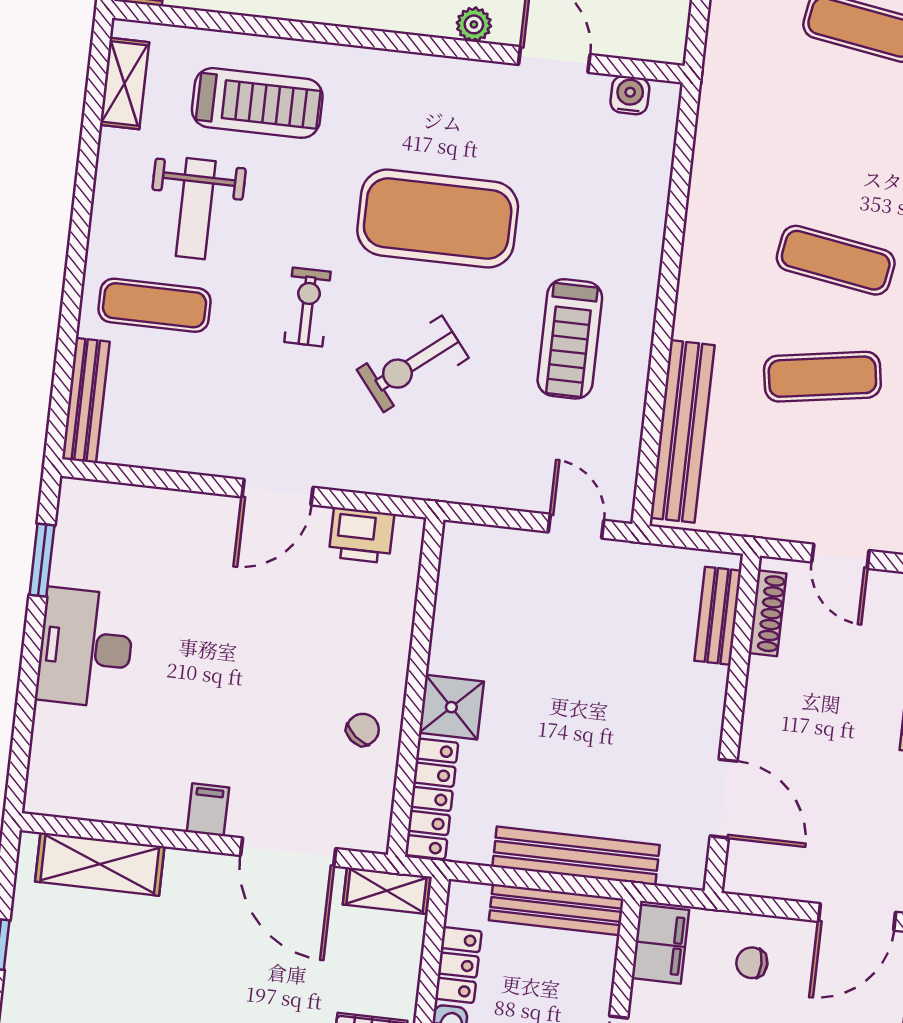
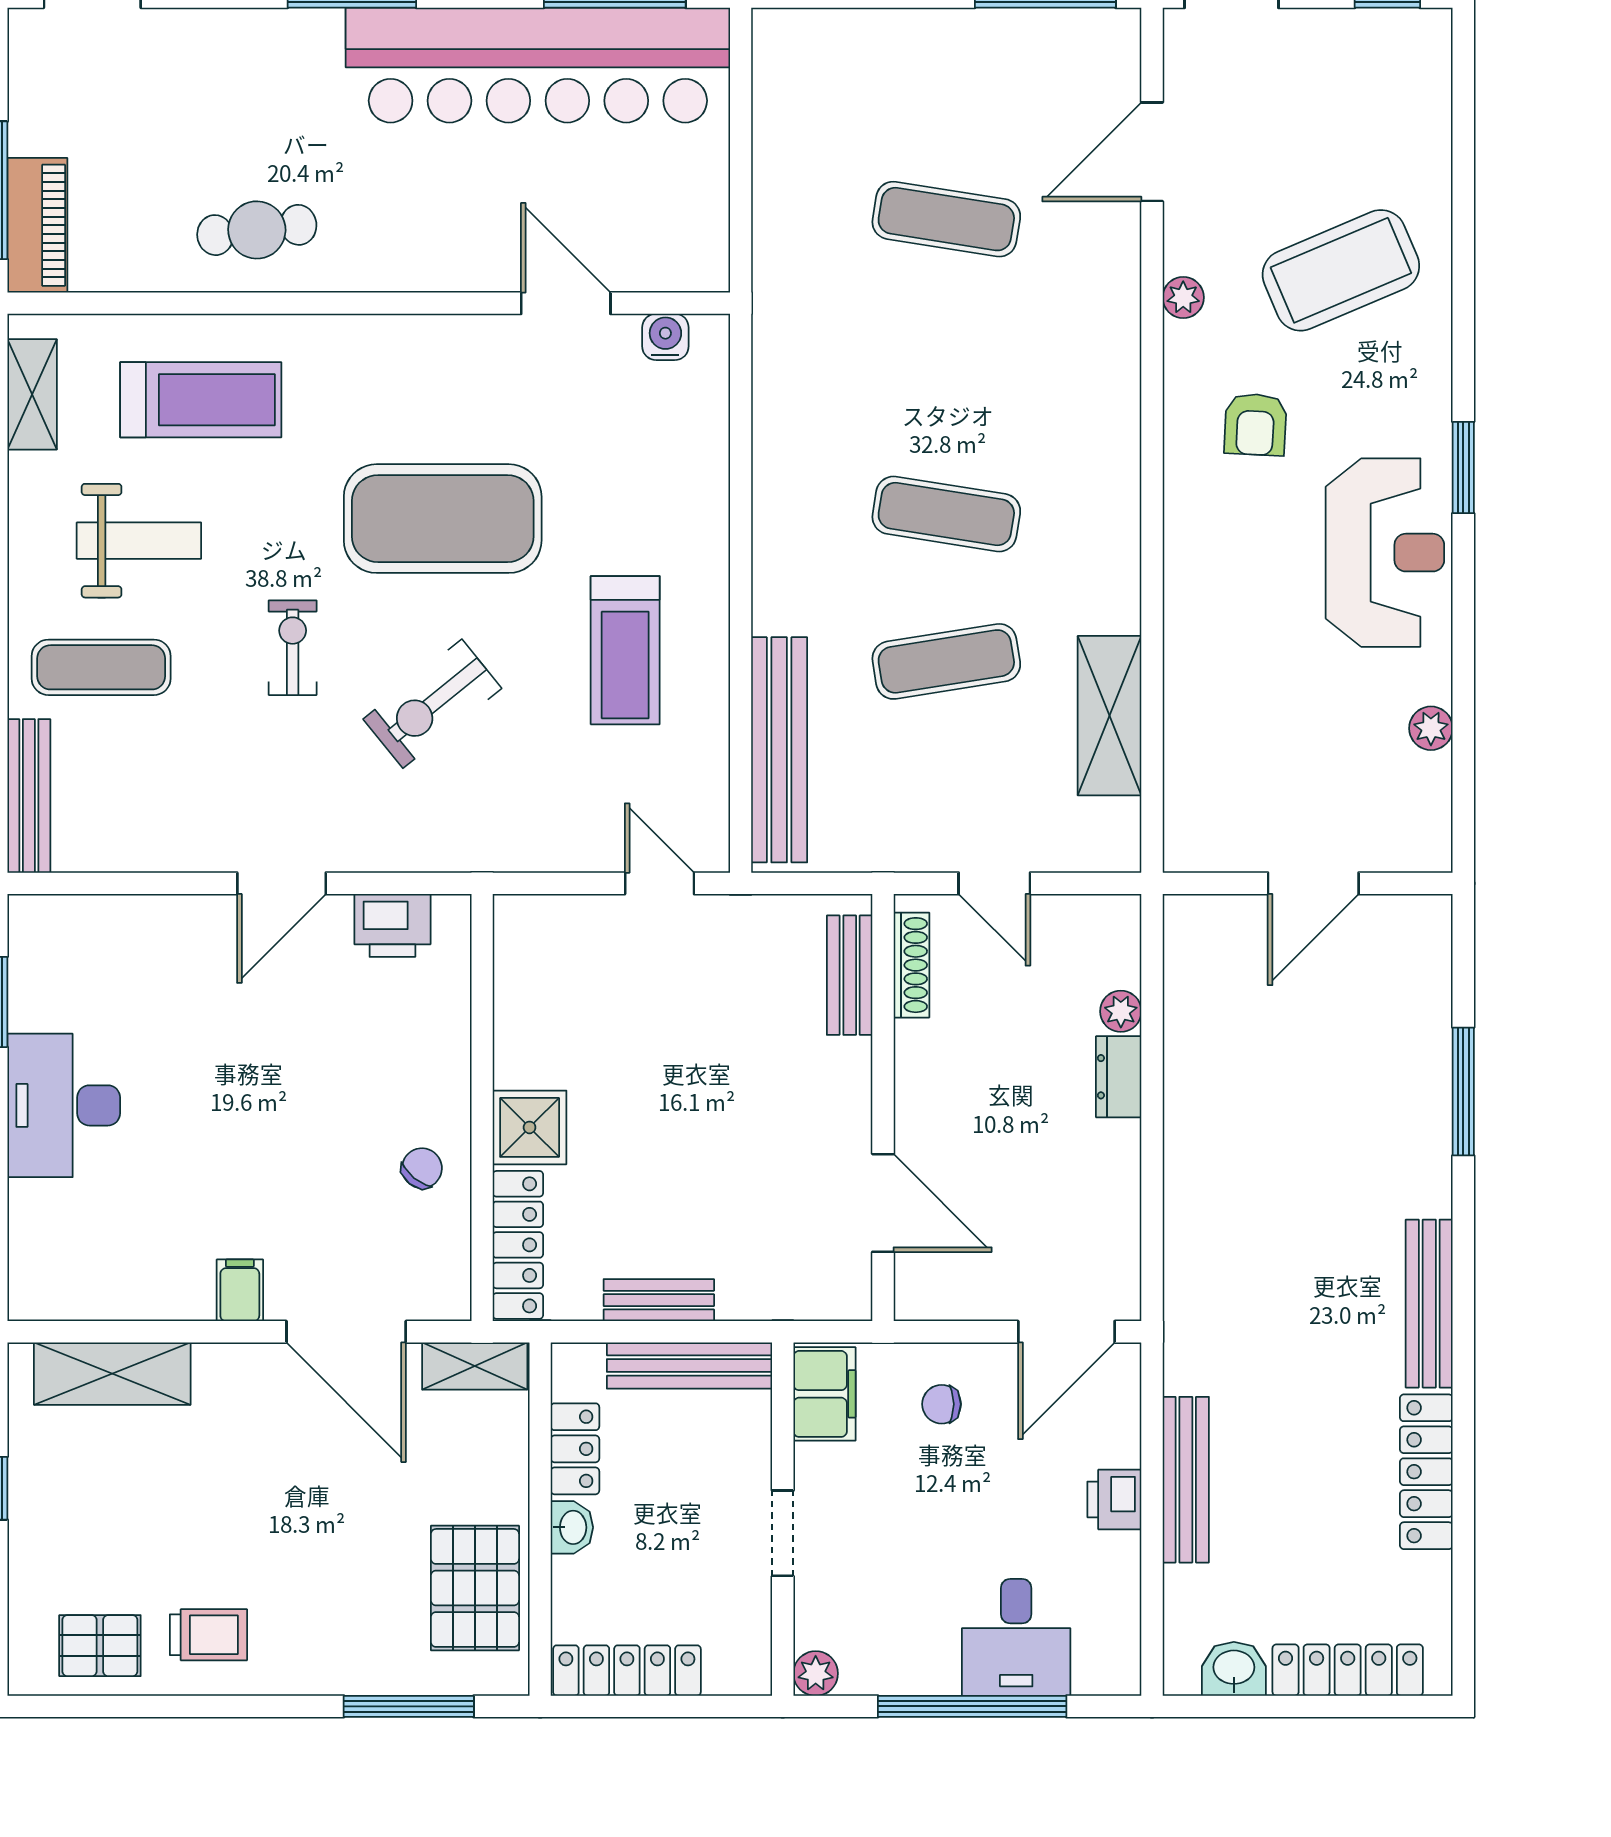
plant: (474, 24) -> (460, 271), removed
weight bench: (196, 209) -> (139, 541), turned -90
bench: (576, 856) -> (659, 1300), width x0.54, depth x0.82

